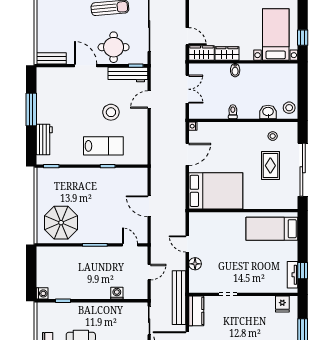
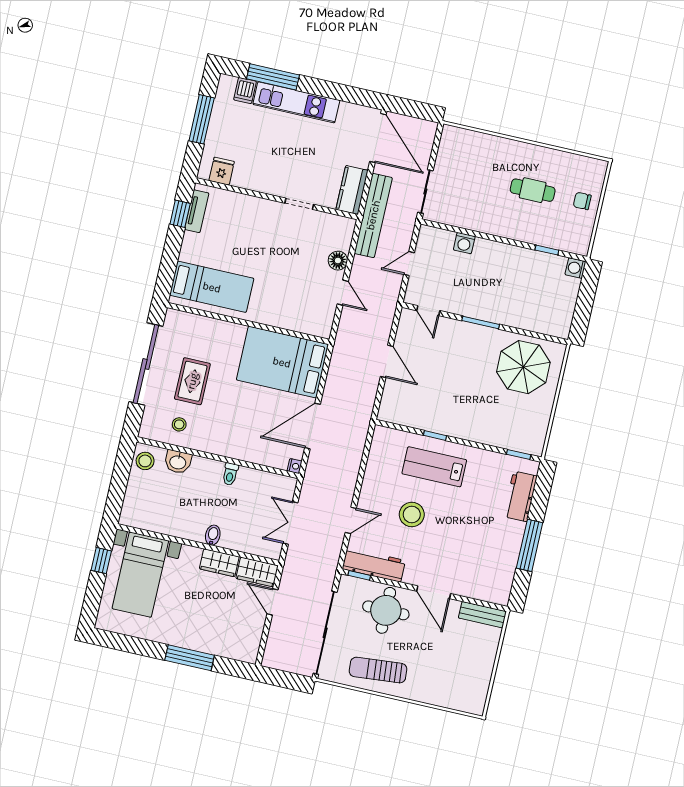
door: (187, 154) -> (312, 426), width x1.36

